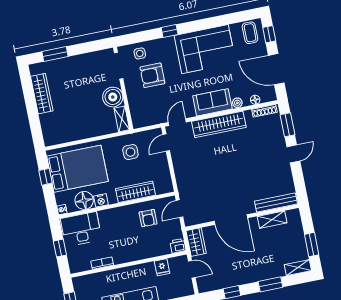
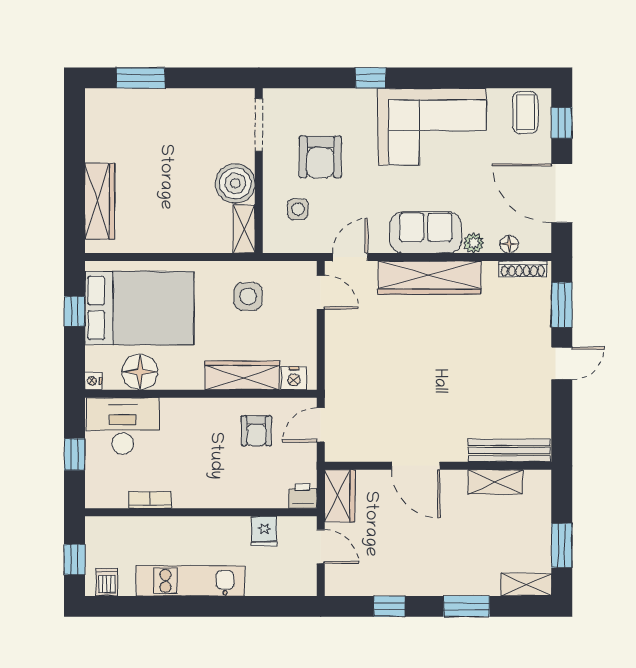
side table: (140, 53) -> (298, 209), moved
armchair: (152, 75) -> (320, 157), turned -90
wardrobe: (42, 94) -> (100, 201), moved
door: (166, 143) -> (321, 292), swing flipped
nightstand: (101, 200) -> (294, 378), moved
door: (231, 220) -> (416, 466), width x0.73

